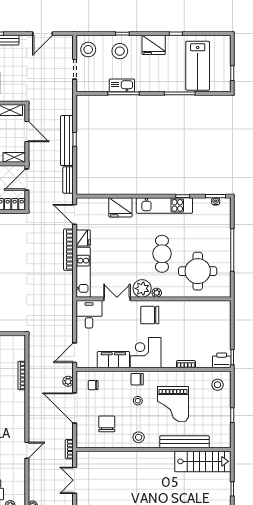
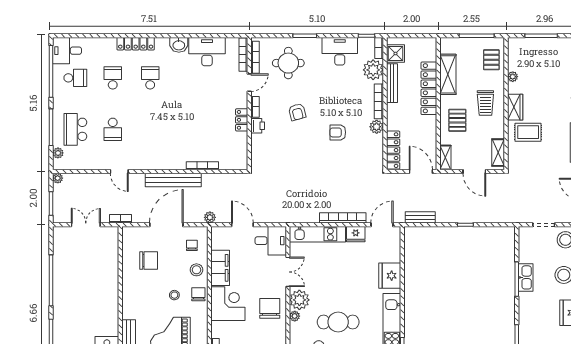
door: (27, 131) -> (474, 171), hinge flipped
bench: (67, 141) -> (173, 180), moved
door: (75, 353) -> (242, 225), moved
plant: (68, 381) -> (210, 217), moved
stool: (139, 437) -> (196, 270), moved

